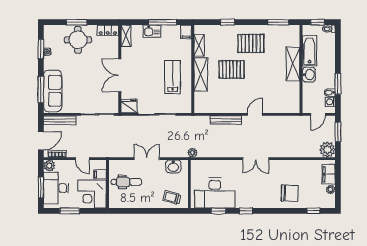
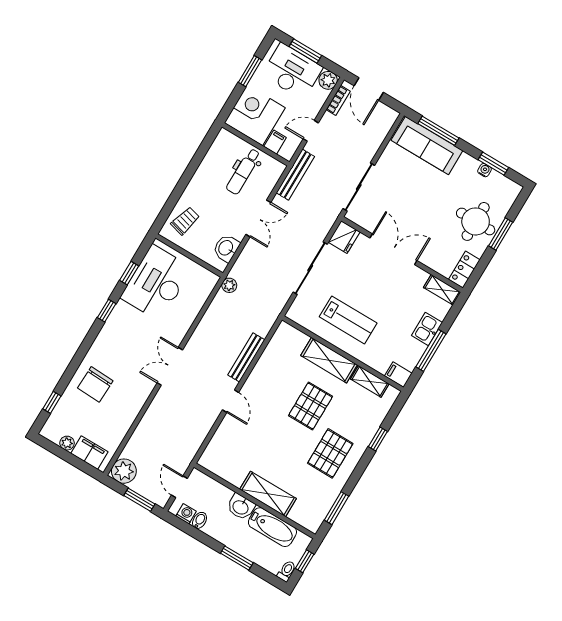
window: (338, 84) -> (237, 558), moved
bench: (60, 120) -> (295, 175), moved

